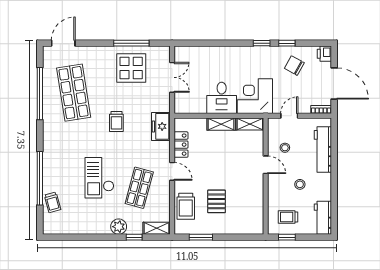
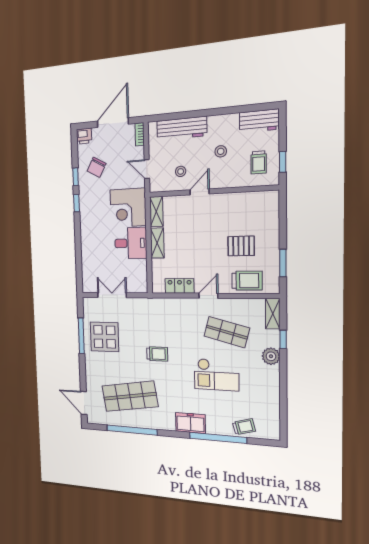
freezer: (161, 126) -> (190, 423), moved, turned 180

